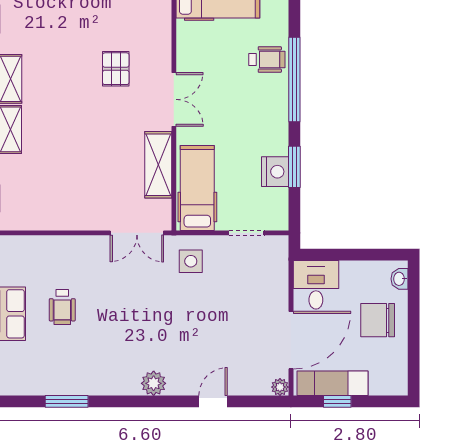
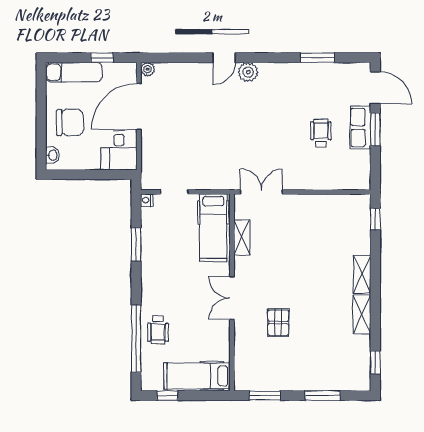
wheelchair: (267, 59) -> (158, 330), turned -90
window: (294, 79) -> (136, 338), moved
shelving: (158, 165) -> (242, 237), width x0.67, depth x0.75
nightstand: (275, 172) -> (147, 200), moved, width x0.53, depth x0.56
side table: (191, 261) -> (219, 169), removed
exam couch: (333, 383) -> (74, 72), moved
door: (213, 401) -> (224, 58), moved

